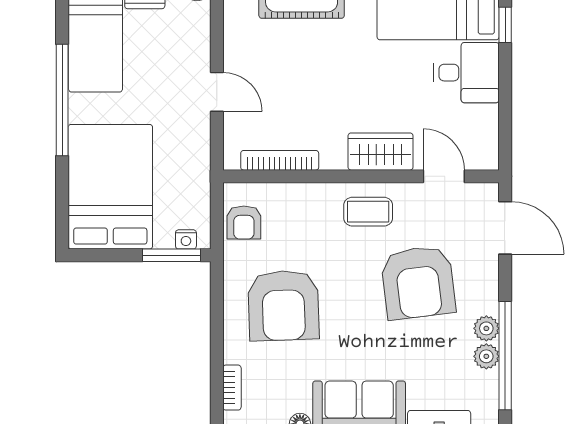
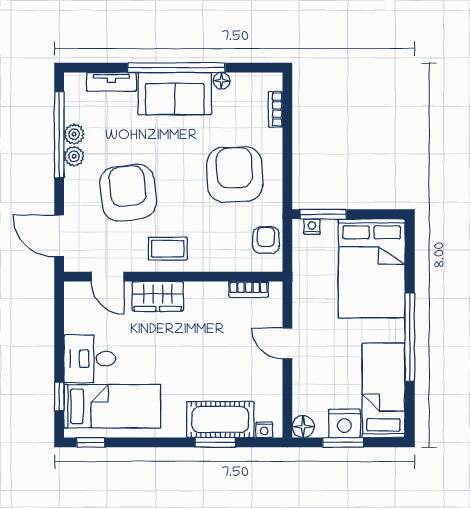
bookcase: (280, 160) -> (249, 289), width x0.64

